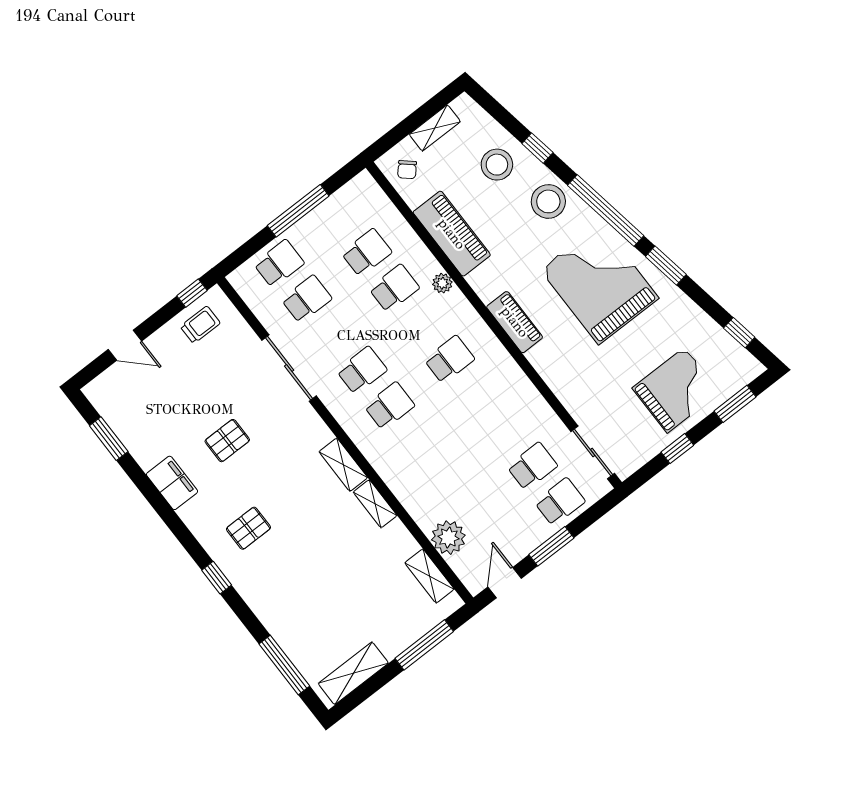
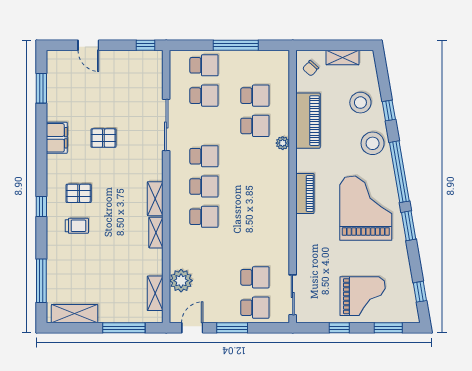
trolley: (200, 325) -> (77, 226), moved
school desk: (449, 359) -> (204, 217), moved

